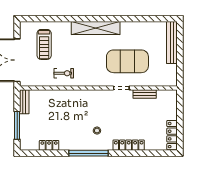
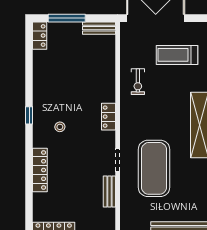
locker: (89, 95) -> (109, 117), added
locker: (49, 145) -> (40, 36), moved
window: (88, 153) -> (29, 115), width x0.32

